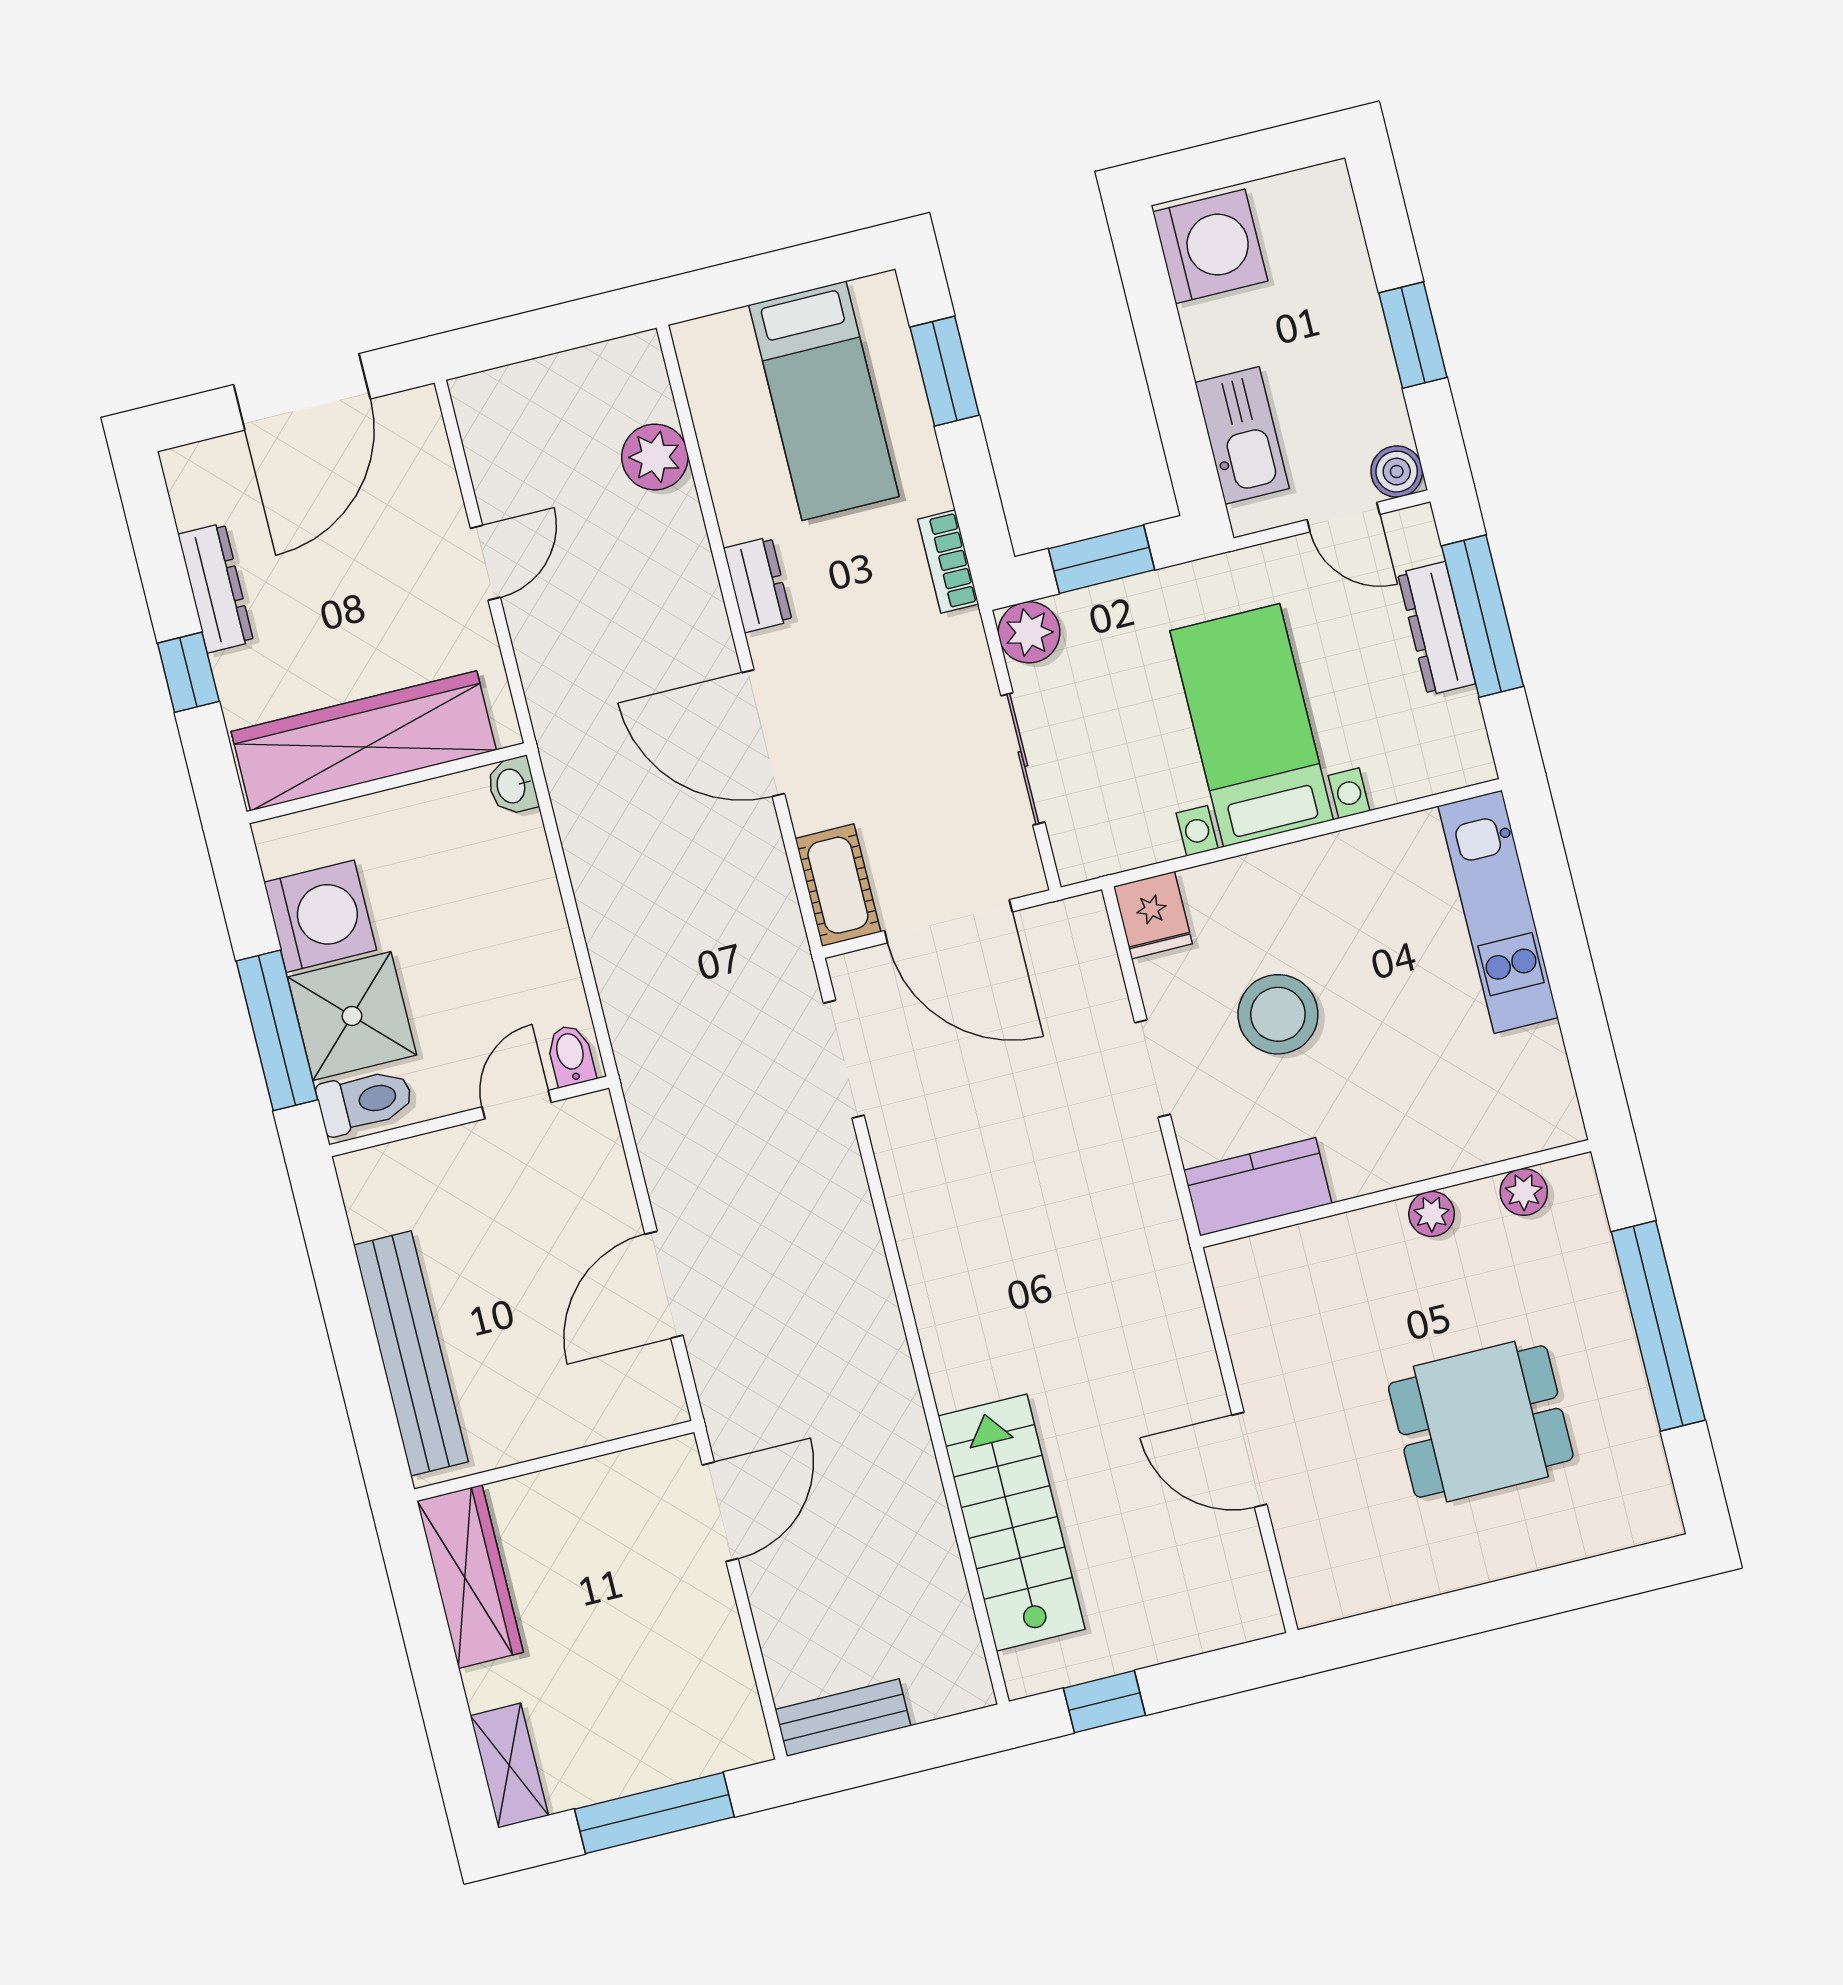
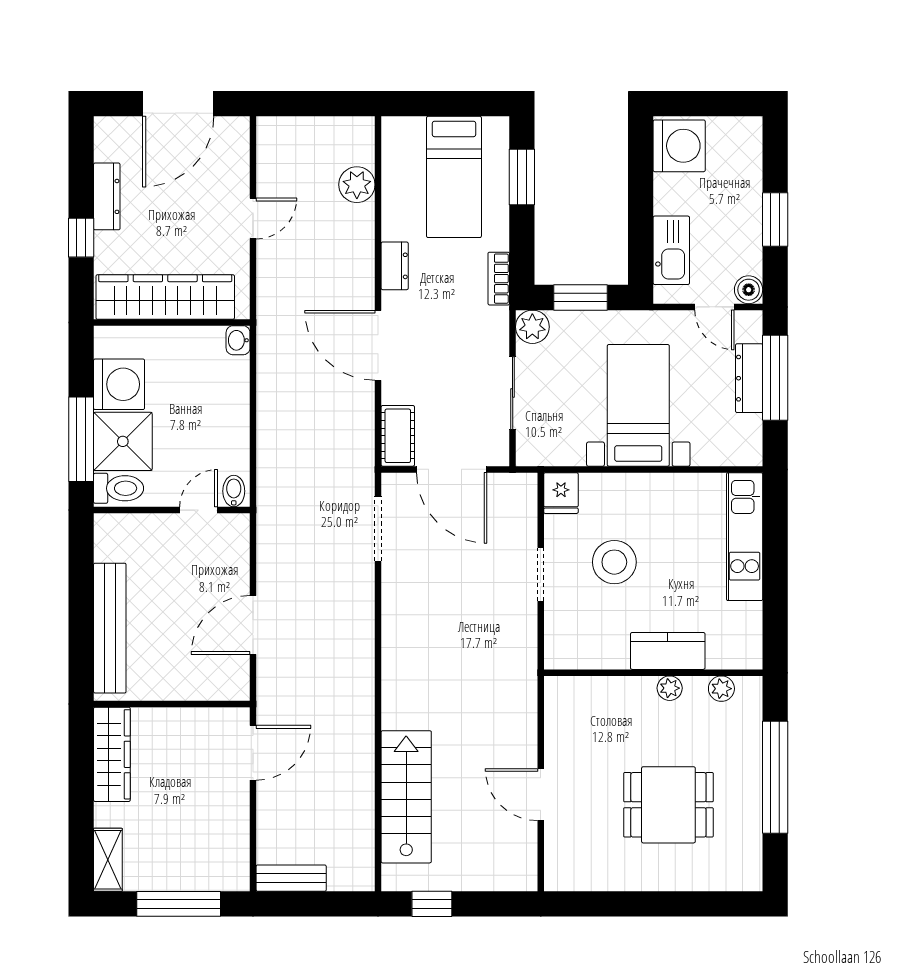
kitchen counter: (1258, 1187) -> (668, 651), moved

